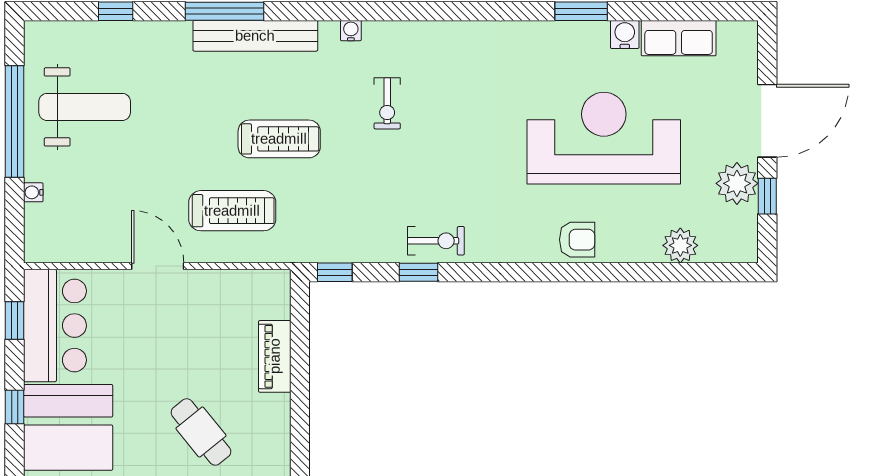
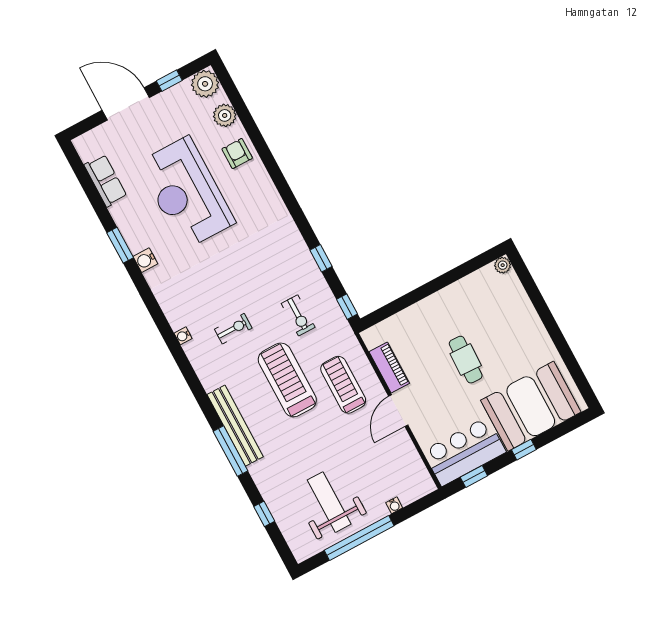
water cooler: (351, 31) -> (183, 336), moved
water cooler: (625, 34) -> (145, 260), moved
treadmill: (279, 139) -> (287, 380), width x1.37, depth x1.37
plant: (737, 183) -> (205, 84), moved
armchair: (577, 240) -> (237, 153), moved
exercise bike: (436, 241) -> (298, 315), moved, turned 180
piano: (275, 356) -> (389, 367), moved, turned -90
cafe table: (201, 432) -> (466, 360), moved, turned -49

